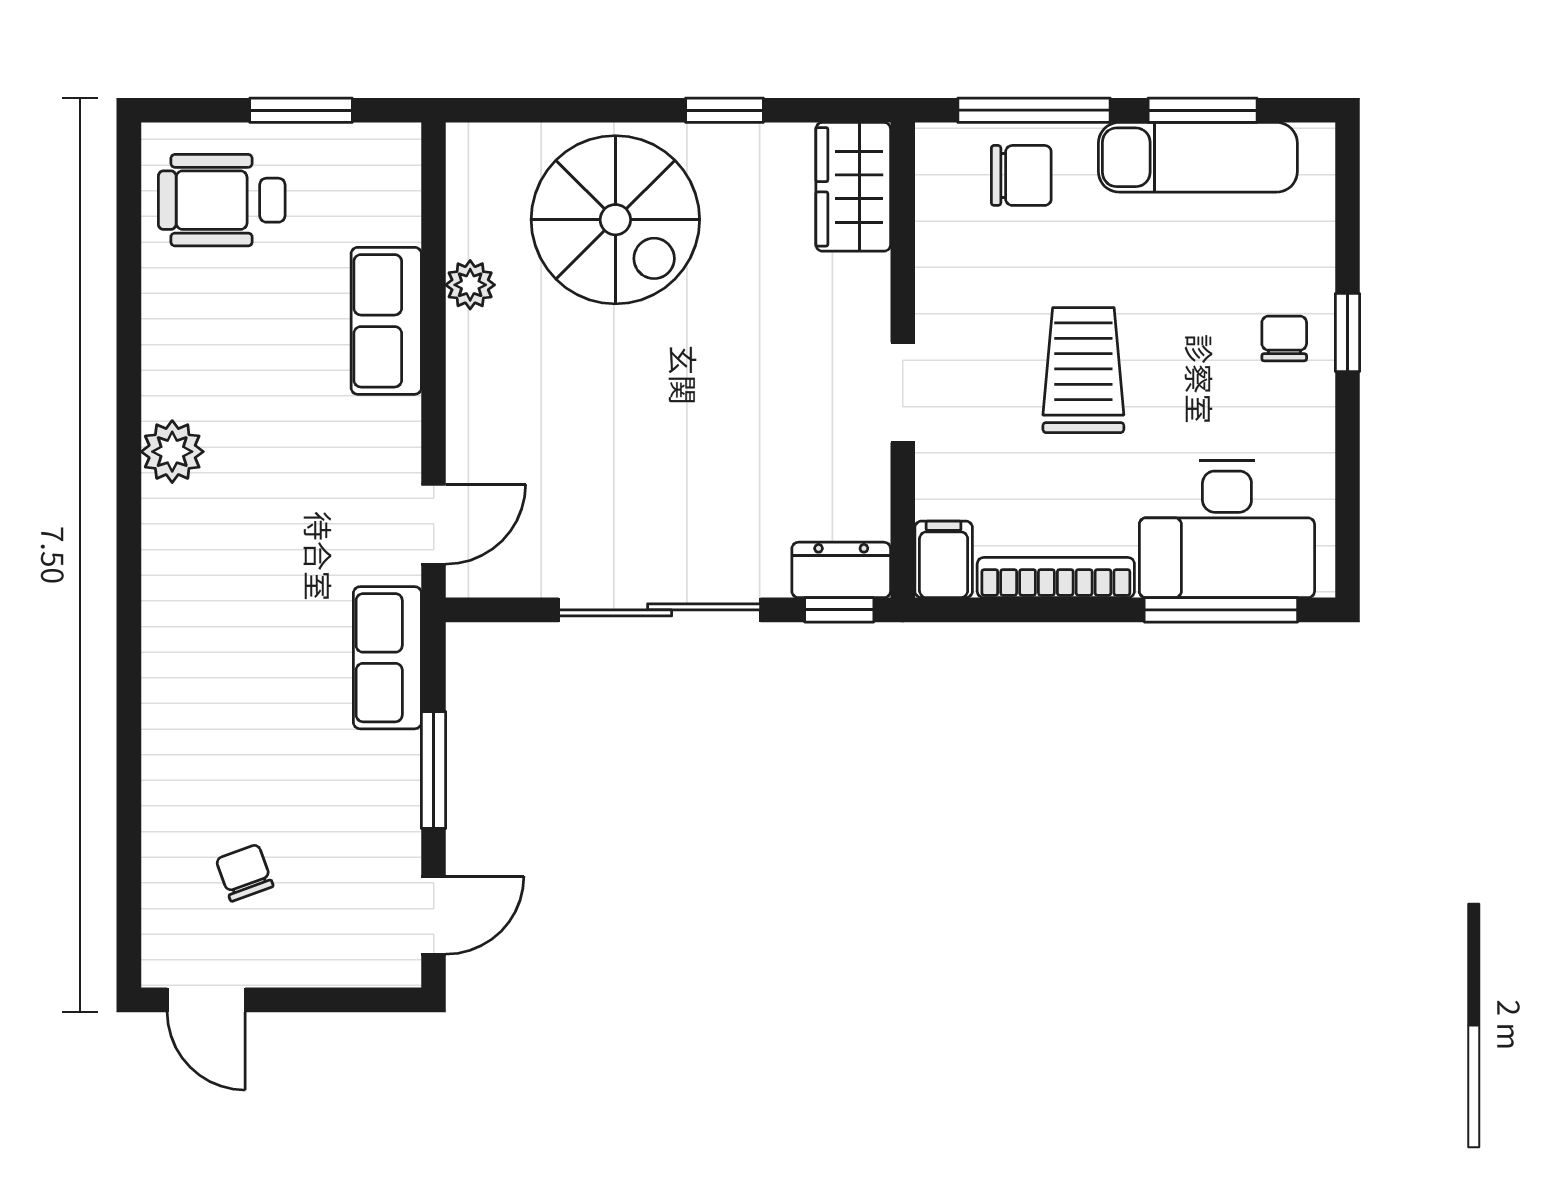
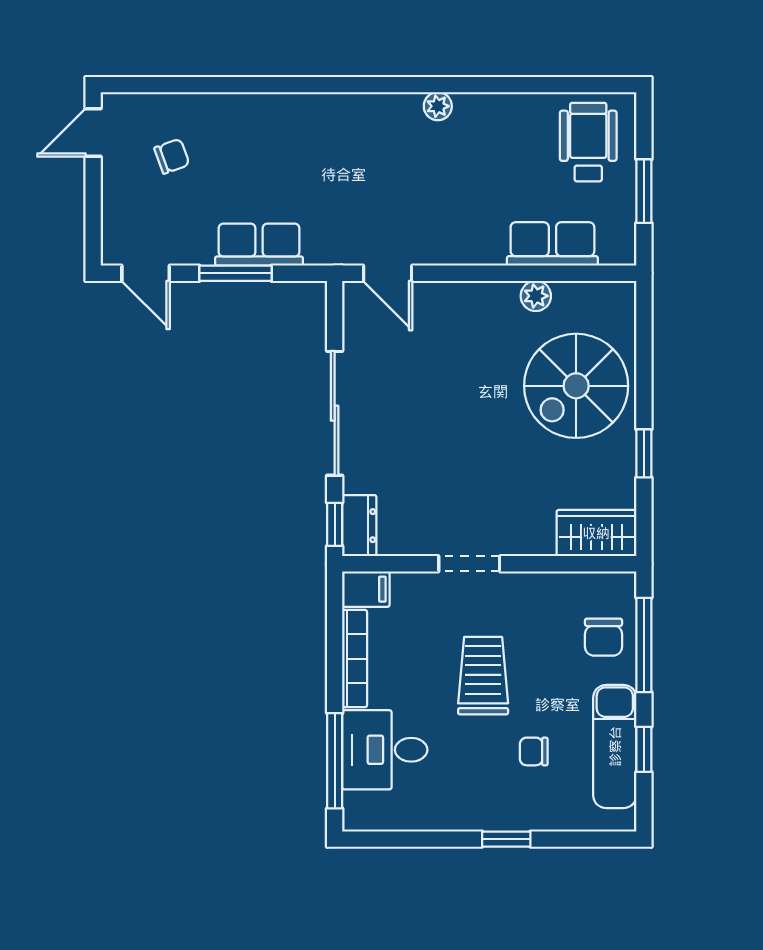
window: (1203, 110) -> (644, 749), width x0.67
row of seats: (386, 321) -> (552, 244), moved
chair: (1284, 338) -> (534, 751), moved, turned 180
trolley: (1083, 370) -> (483, 676), turned -90
plant: (172, 452) -> (438, 106), width x0.73, depth x0.73
desk: (1227, 529) -> (385, 750), width x0.73
row of seats: (387, 658) -> (259, 245), moved

